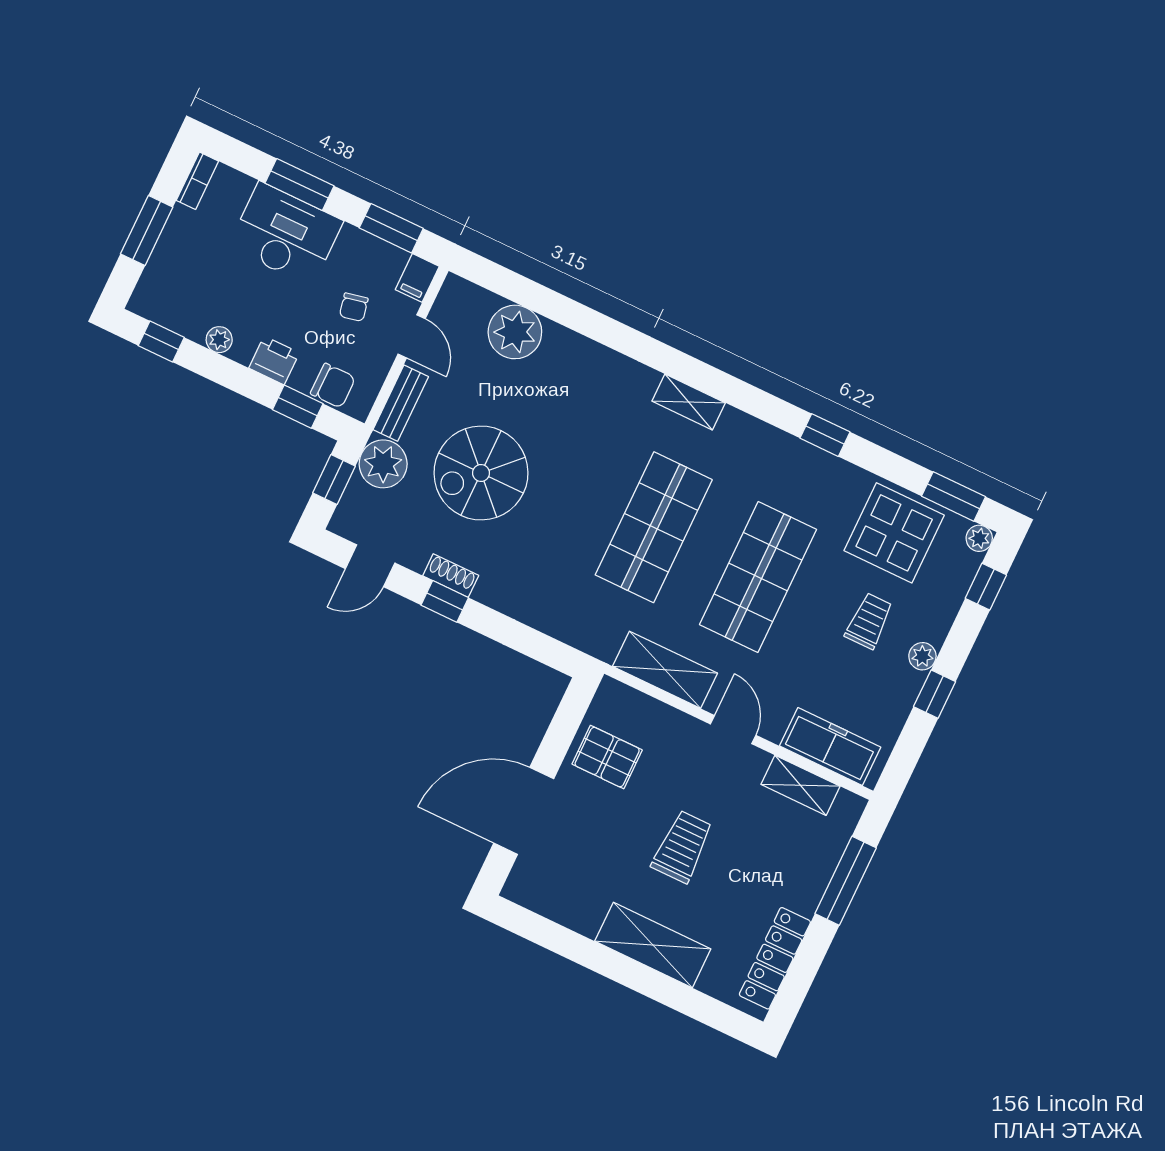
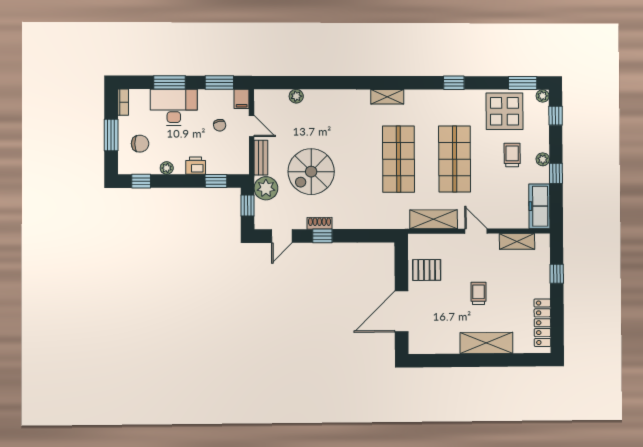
plant: (515, 332) -> (296, 96), width x0.53, depth x0.53
chair: (333, 386) -> (140, 144), moved
freezer: (830, 746) -> (539, 206), moved, turned -90
trolley: (682, 847) -> (479, 293), width x0.73, depth x0.72
window: (846, 881) -> (557, 274), width x0.46

